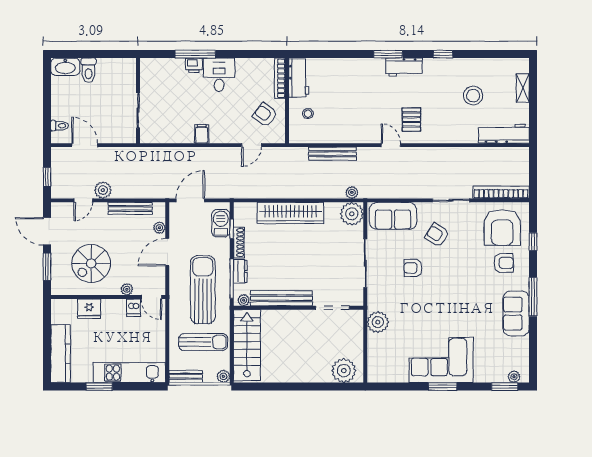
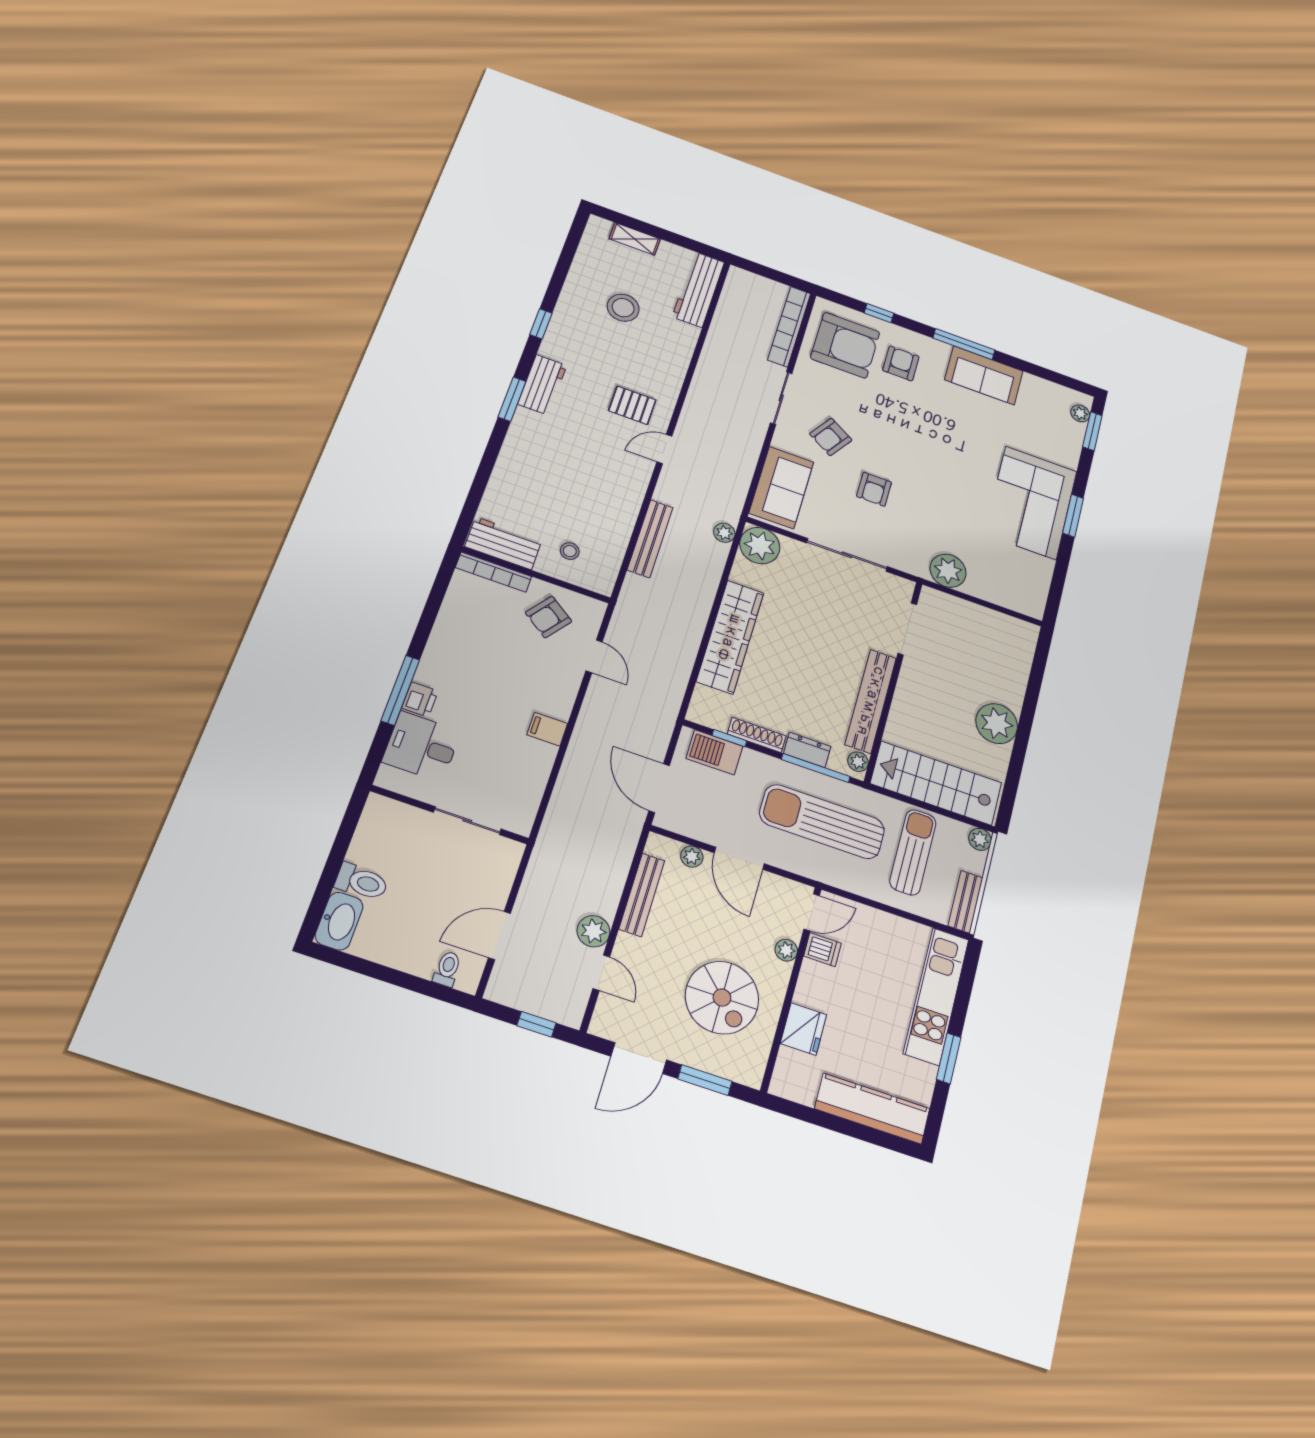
desk: (219, 75) -> (422, 746), moved
plant: (344, 371) -> (997, 724), moved

